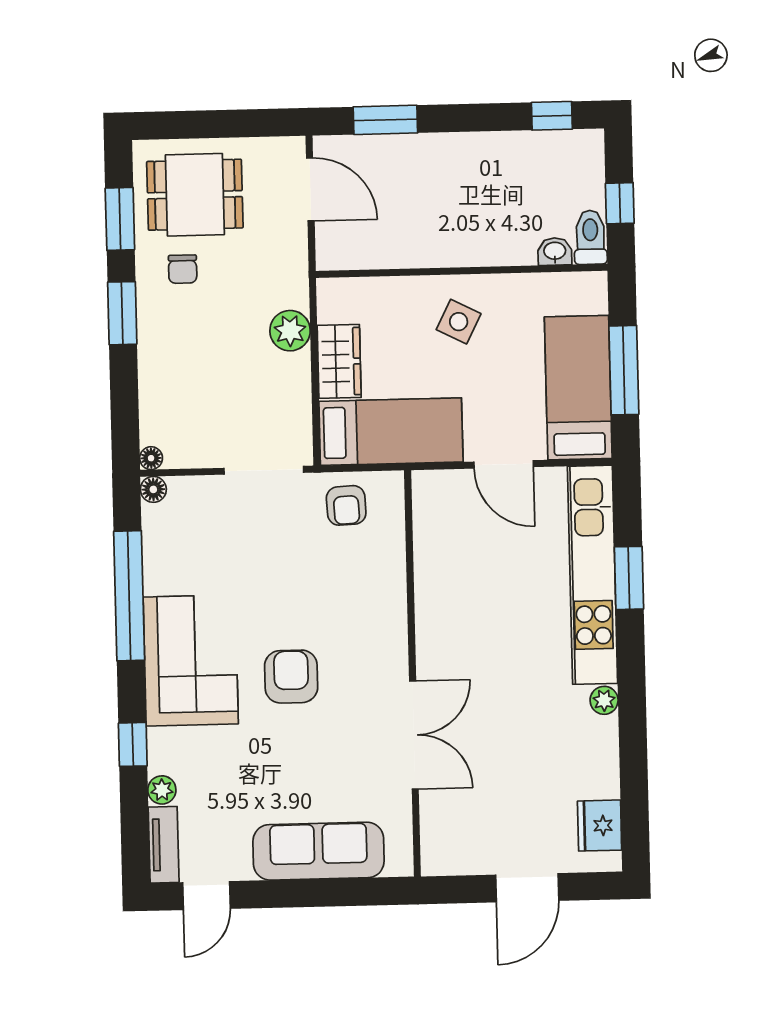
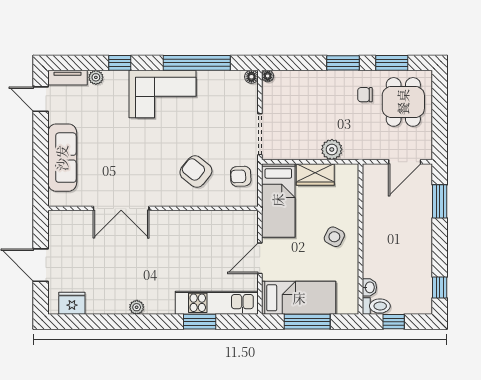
kitchen unit: (592, 575) -> (217, 303), width x0.73
armchair: (291, 677) -> (196, 172), moved, turned -141

